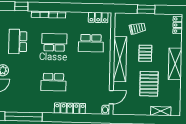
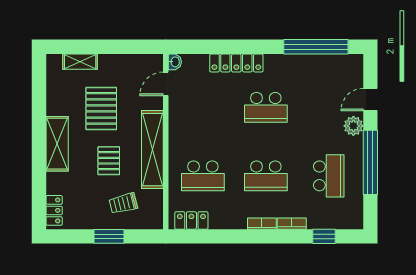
school desk: (91, 43) -> (203, 176), turned 180
school desk: (53, 82) -> (266, 107), turned 180

